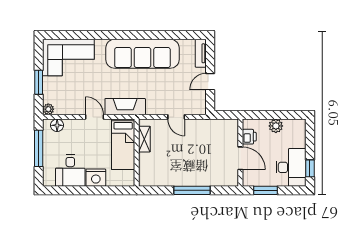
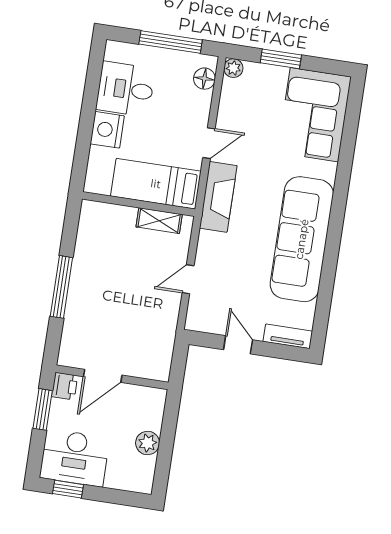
printer: (249, 137) -> (65, 386), moved, turned -90

